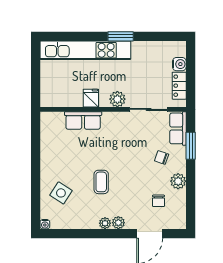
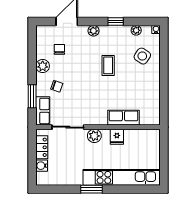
plant: (105, 223) -> (136, 30), moved
window: (92, 234) -> (116, 22), added

